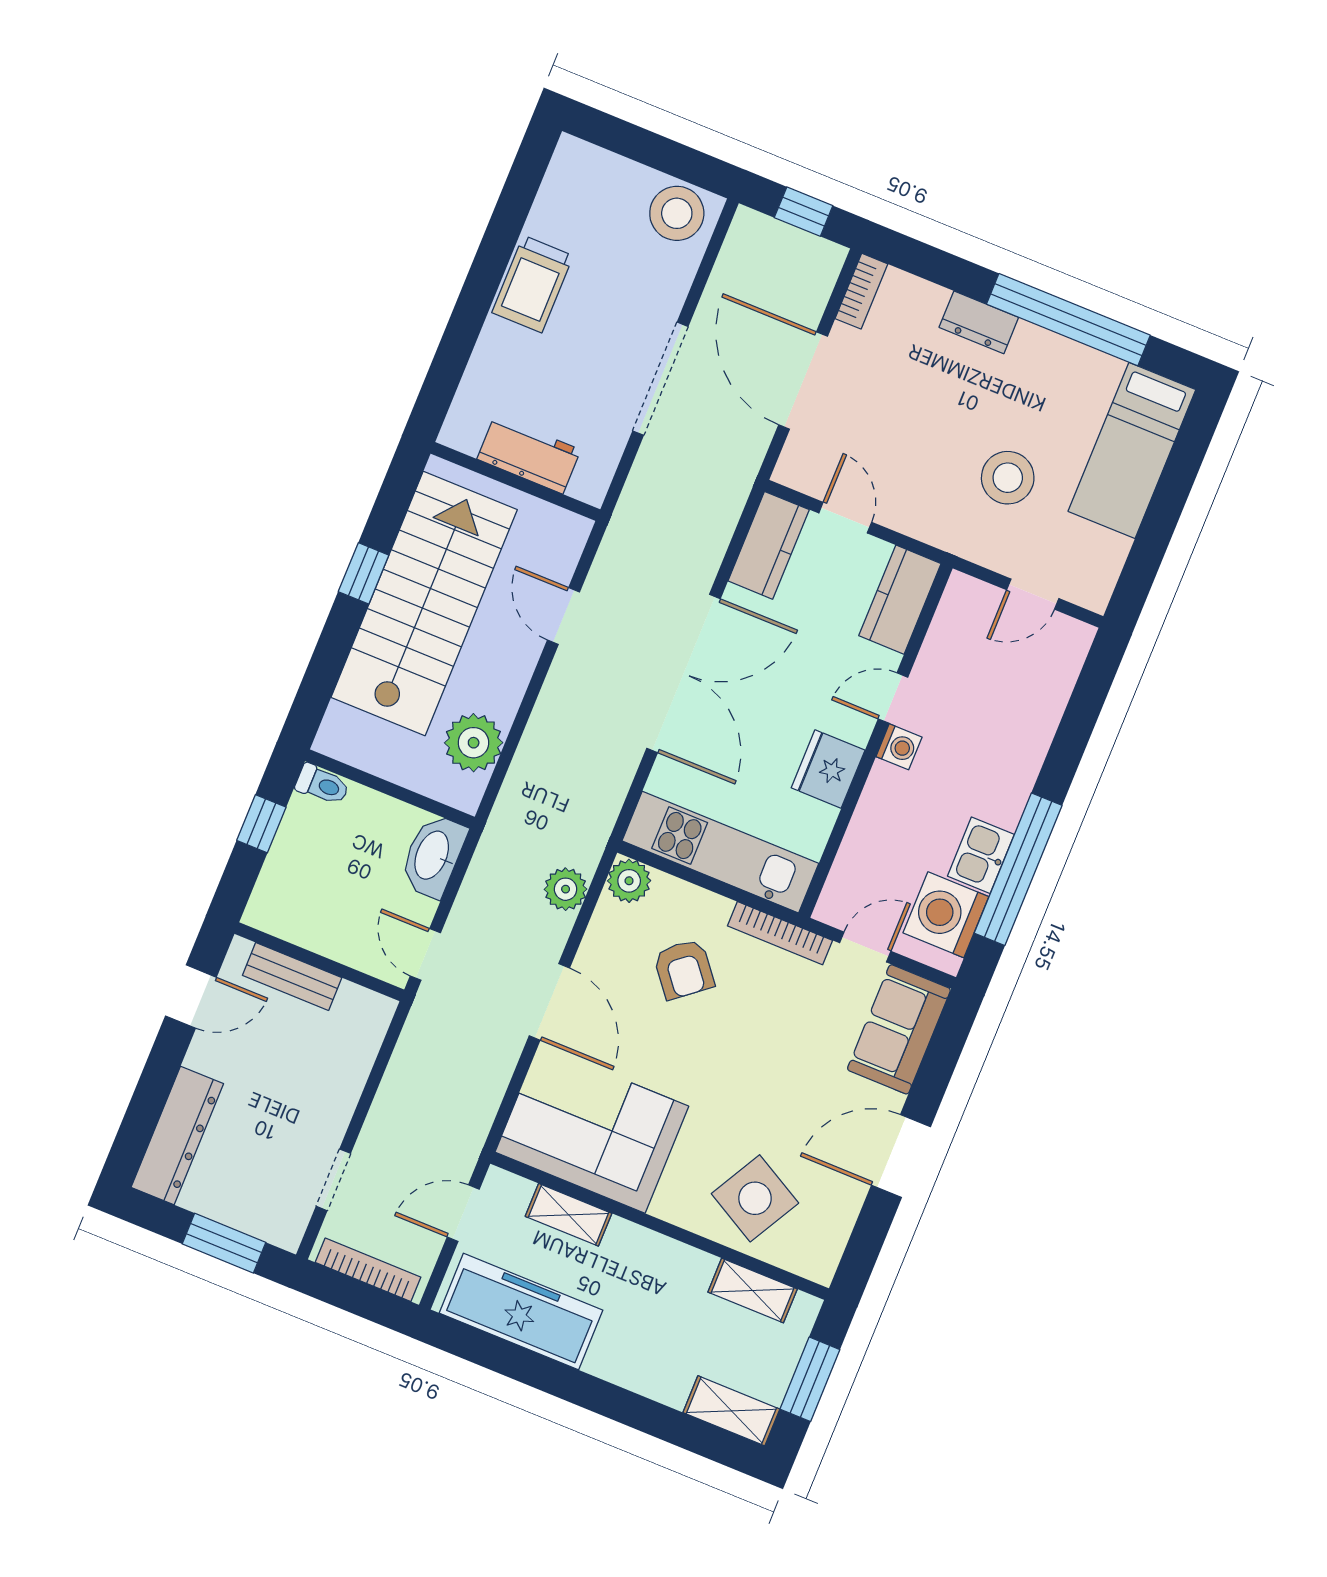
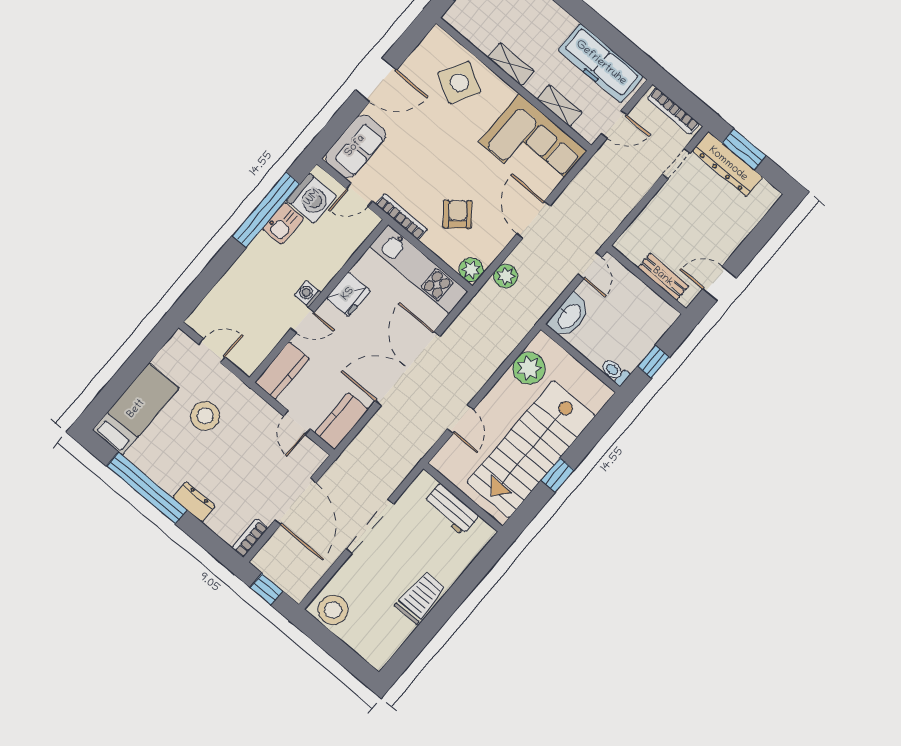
dresser: (177, 1135) -> (728, 164), moved, turned -90
shelving: (753, 1291) -> (511, 64), moved

